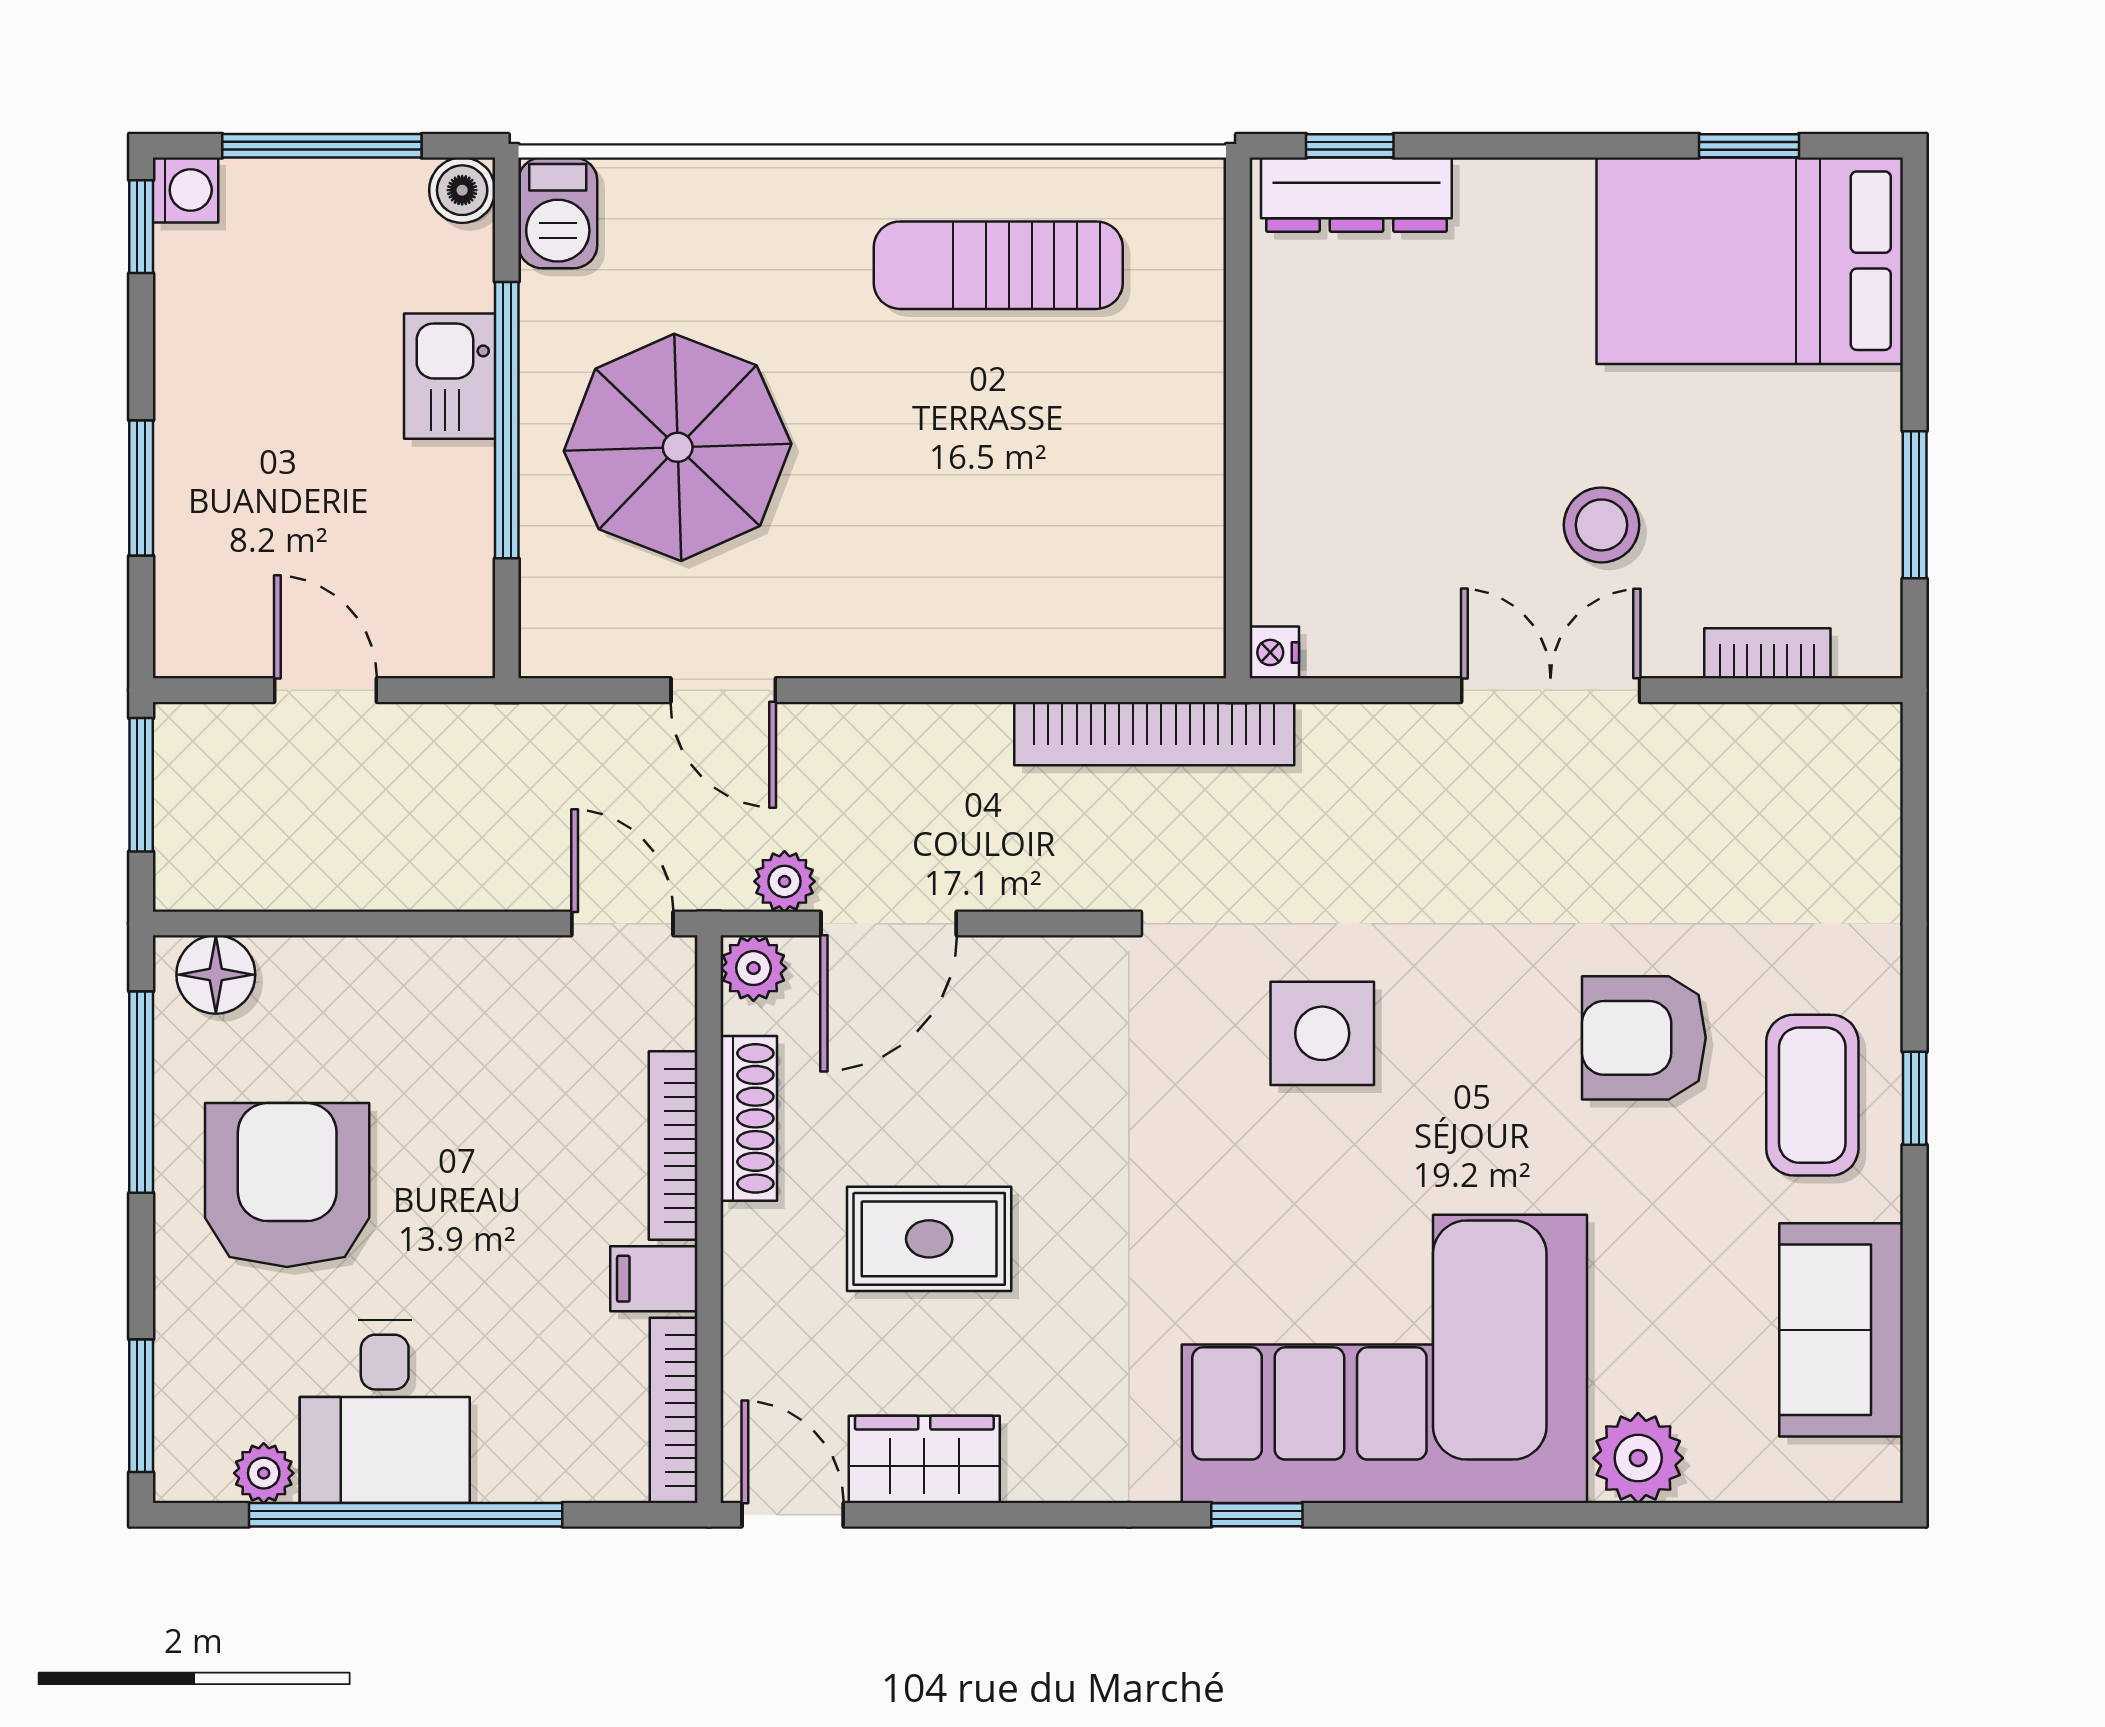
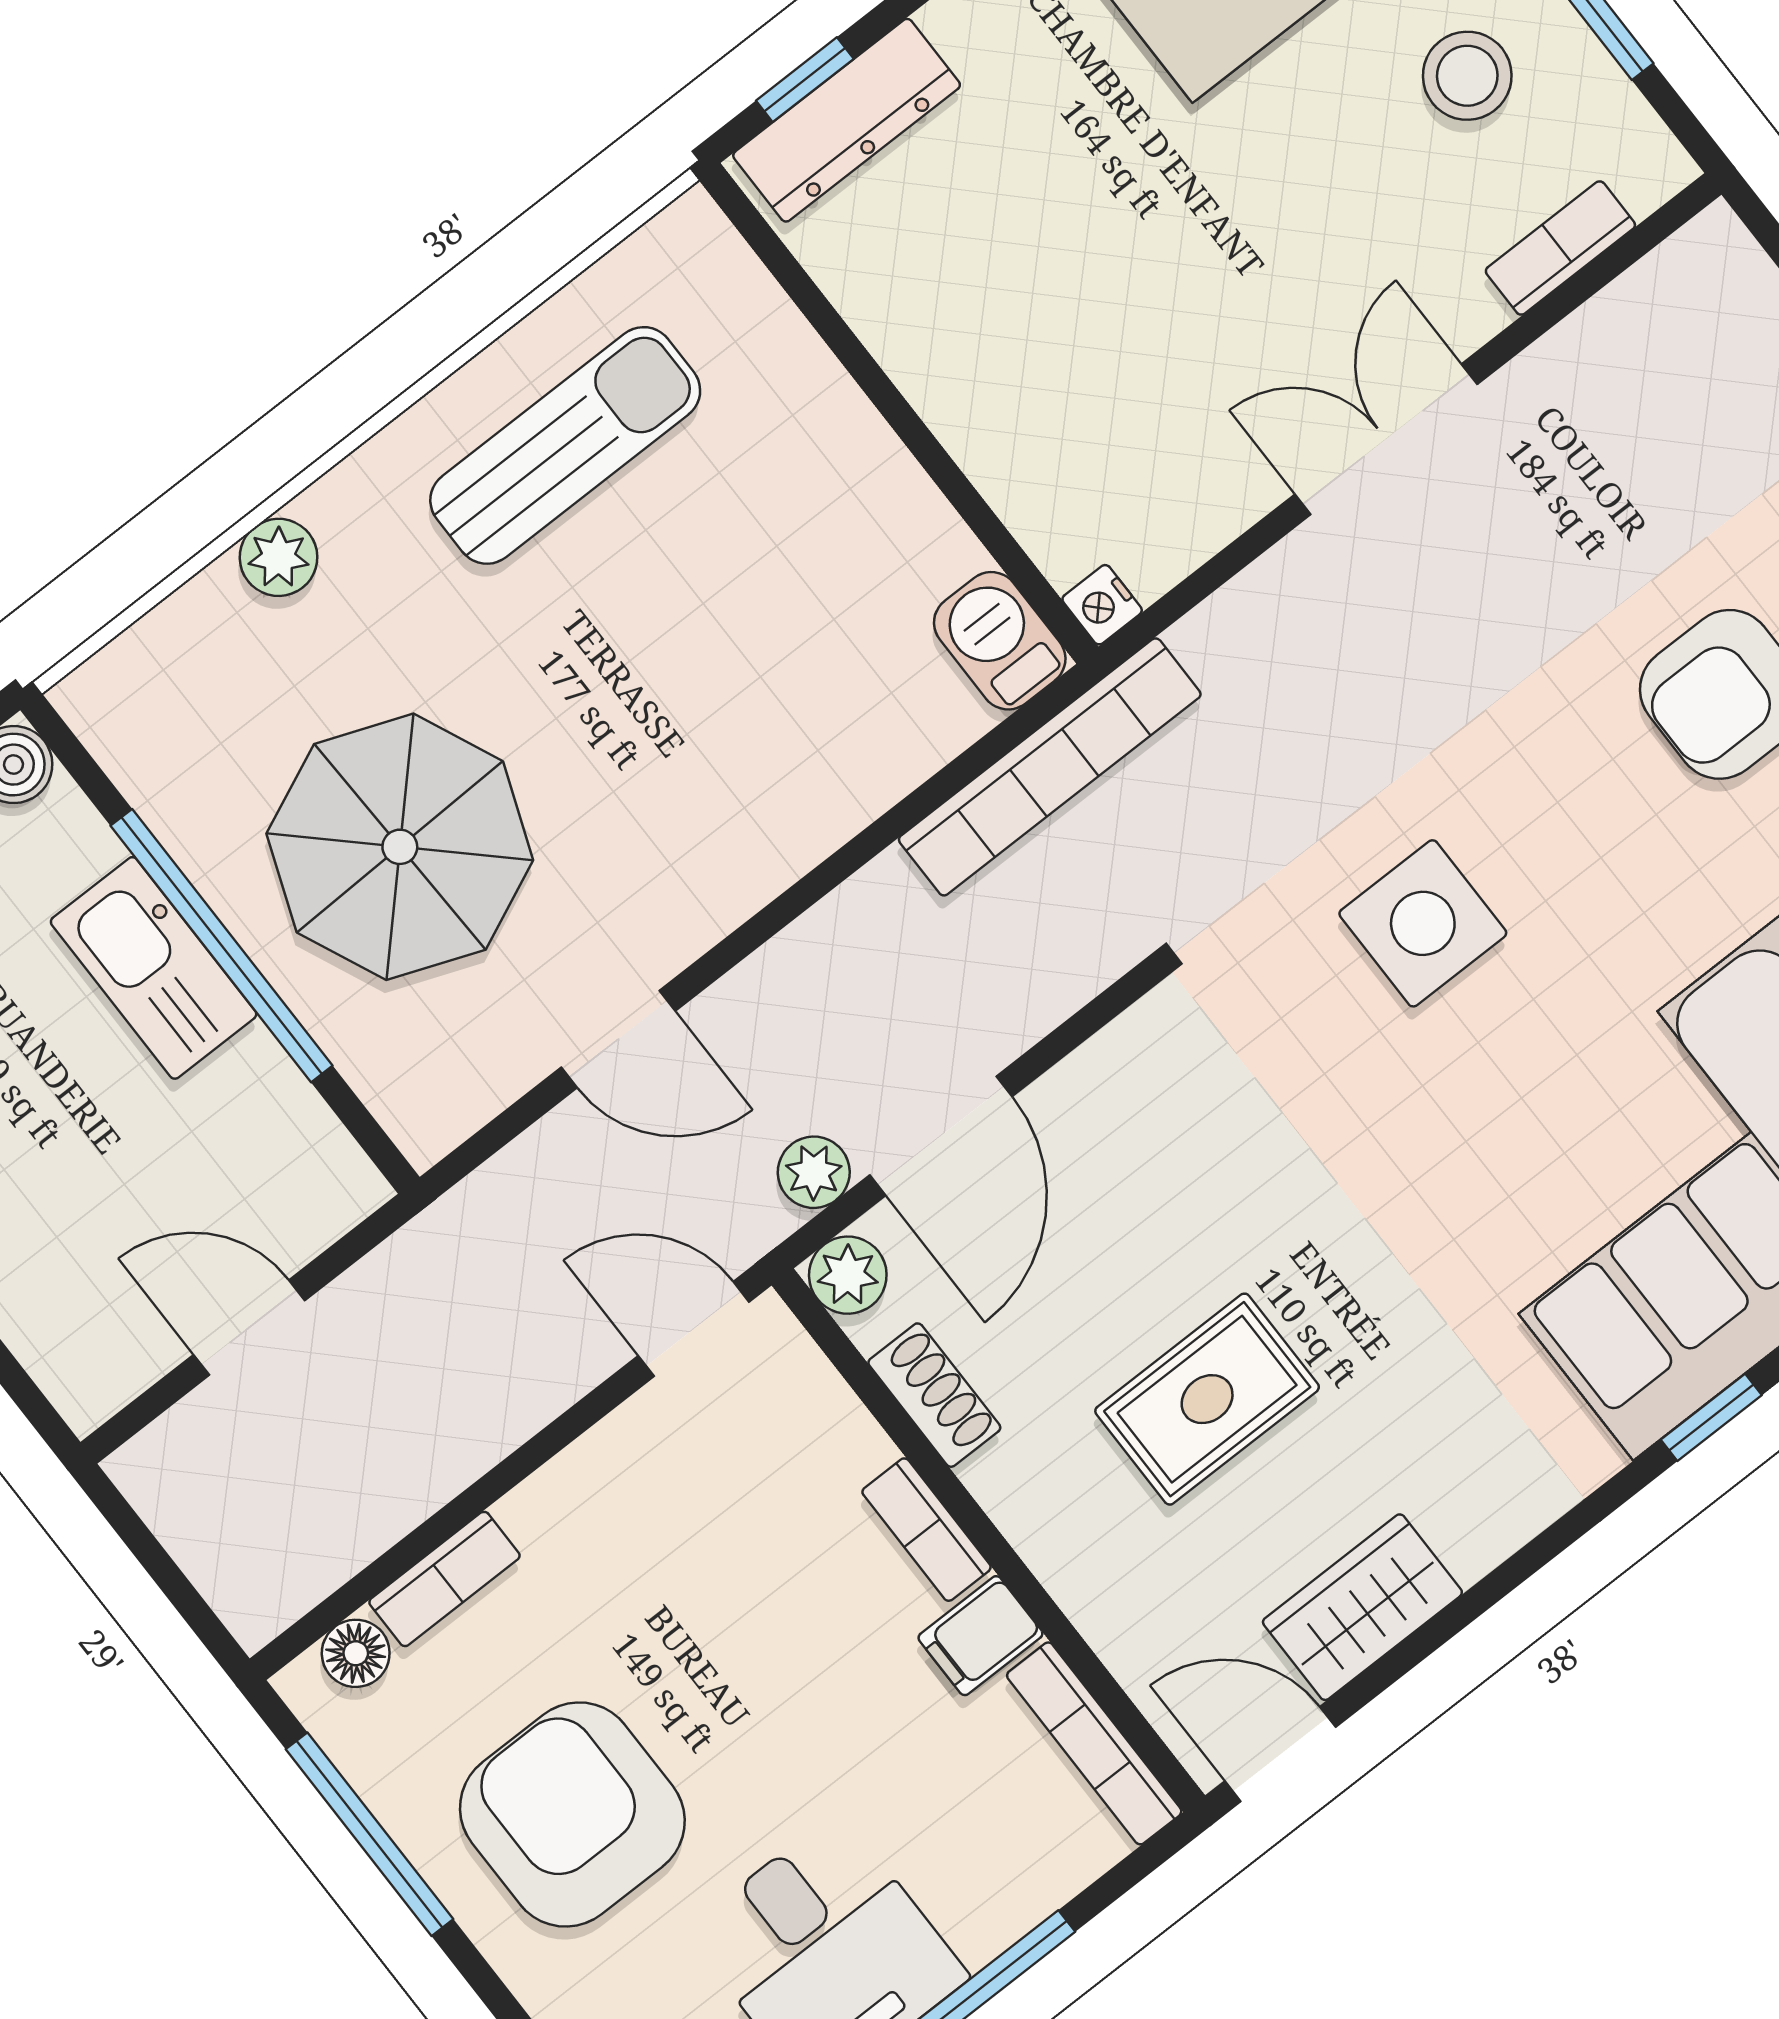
plant: (748, 190) -> (279, 557), added
barbecue: (558, 213) -> (1000, 641), moved, turned 180
sun lounger: (998, 265) -> (565, 445), turned 180
kitchen sink: (450, 376) -> (154, 968), width x1.38
stool: (1601, 525) -> (1467, 76), moved
window: (141, 785) -> (147, 1549), removed
bookcase: (325, 961) -> (444, 1579), added
floor lamp: (216, 975) -> (356, 1653), width x0.73, depth x0.73
shoe rack: (749, 1118) -> (934, 1395), width x0.70
bookcase: (673, 1146) -> (927, 1530), width x0.64

